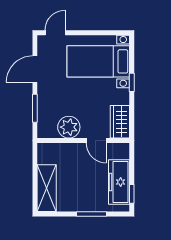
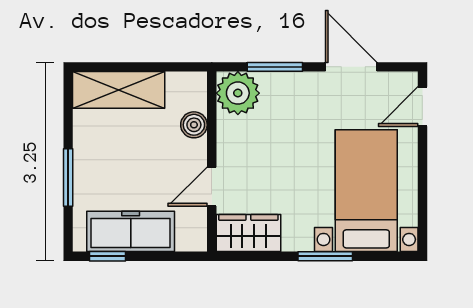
door: (55, 33) -> (422, 106), swing flipped
window: (132, 82) -> (325, 256), width x1.50
plant: (69, 127) -> (238, 93), moved
boiler: (65, 150) -> (194, 125), added

